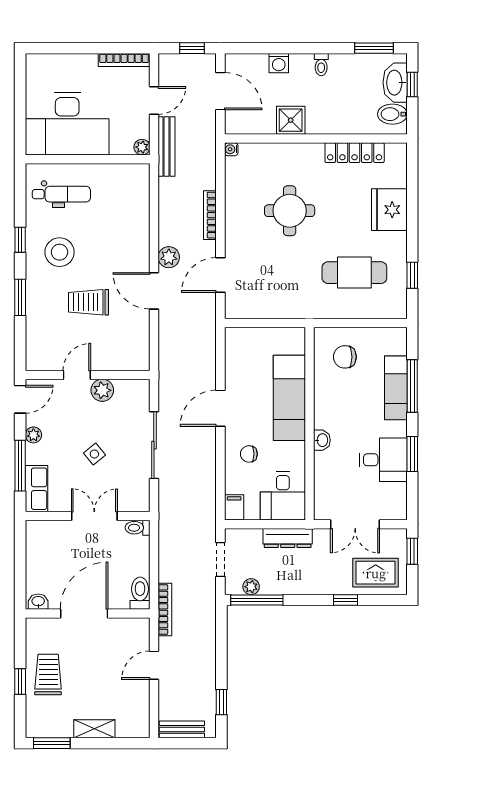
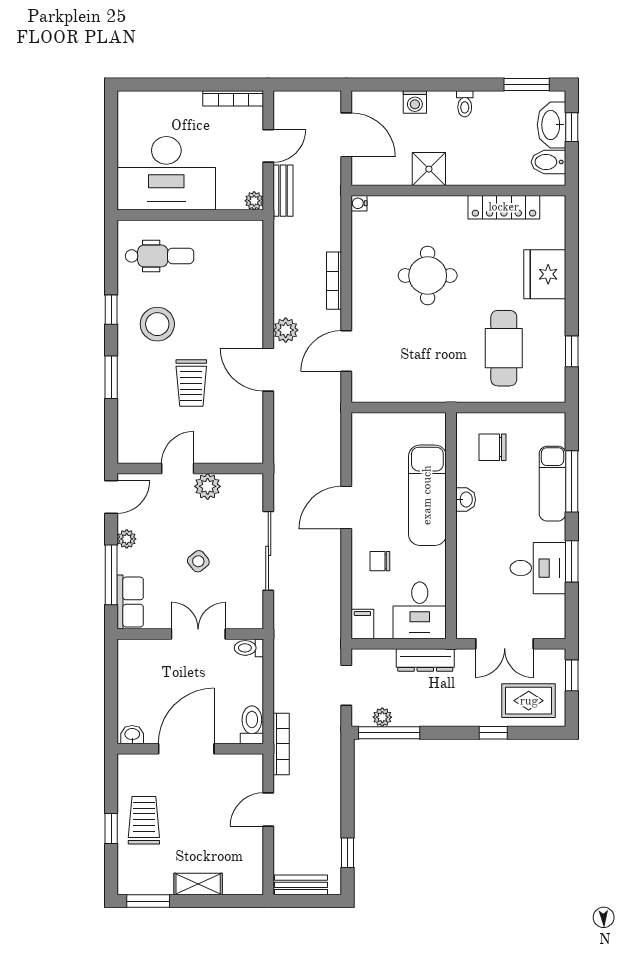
window: (192, 48) -> (313, 84), removed
bench: (167, 147) -> (283, 191), width x0.73
cafe table: (354, 273) -> (504, 348), turned 90
trolley: (88, 302) -> (191, 383), turned -90
washbasin: (322, 440) -> (466, 500), moved

